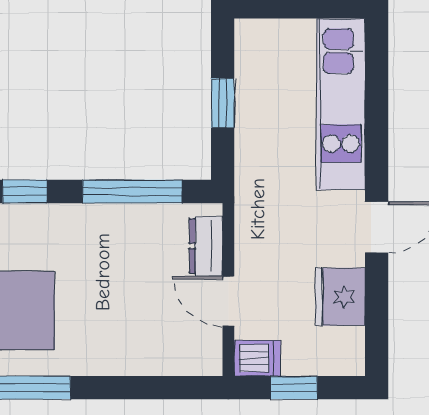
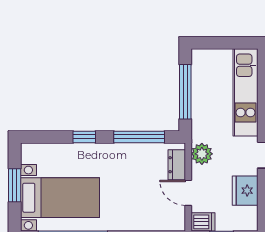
window: (223, 103) -> (185, 92), width x2.17
plant: (255, 225) -> (202, 154), added

